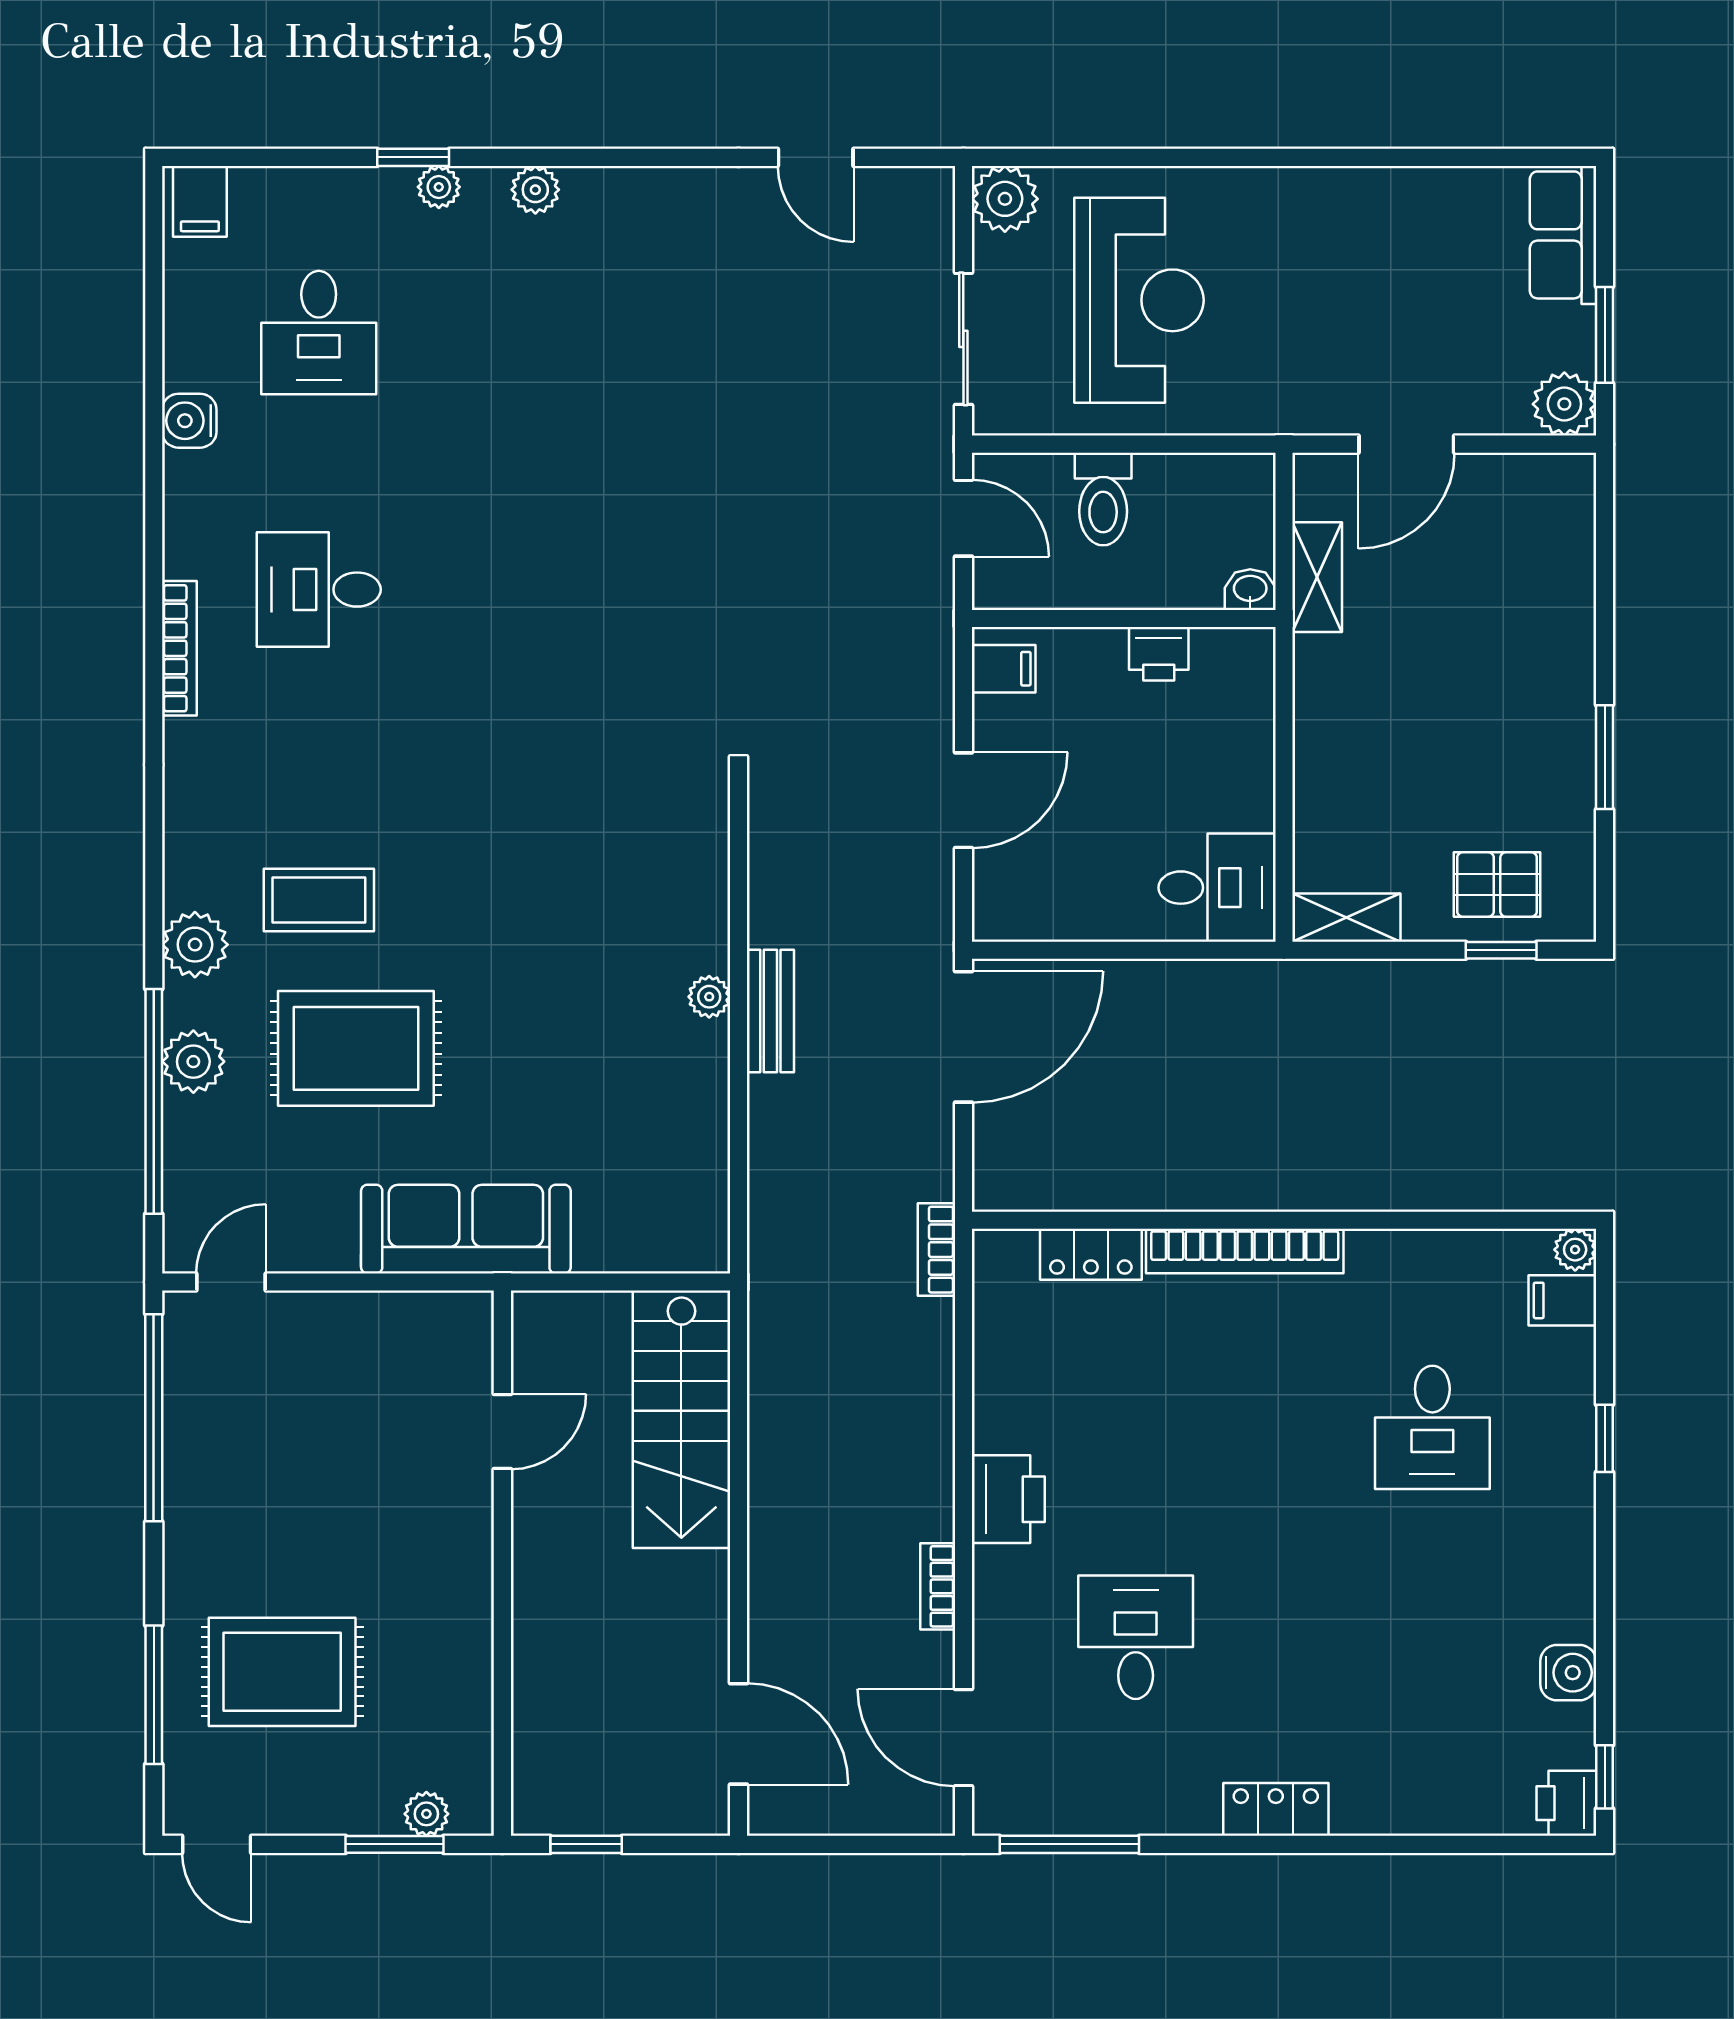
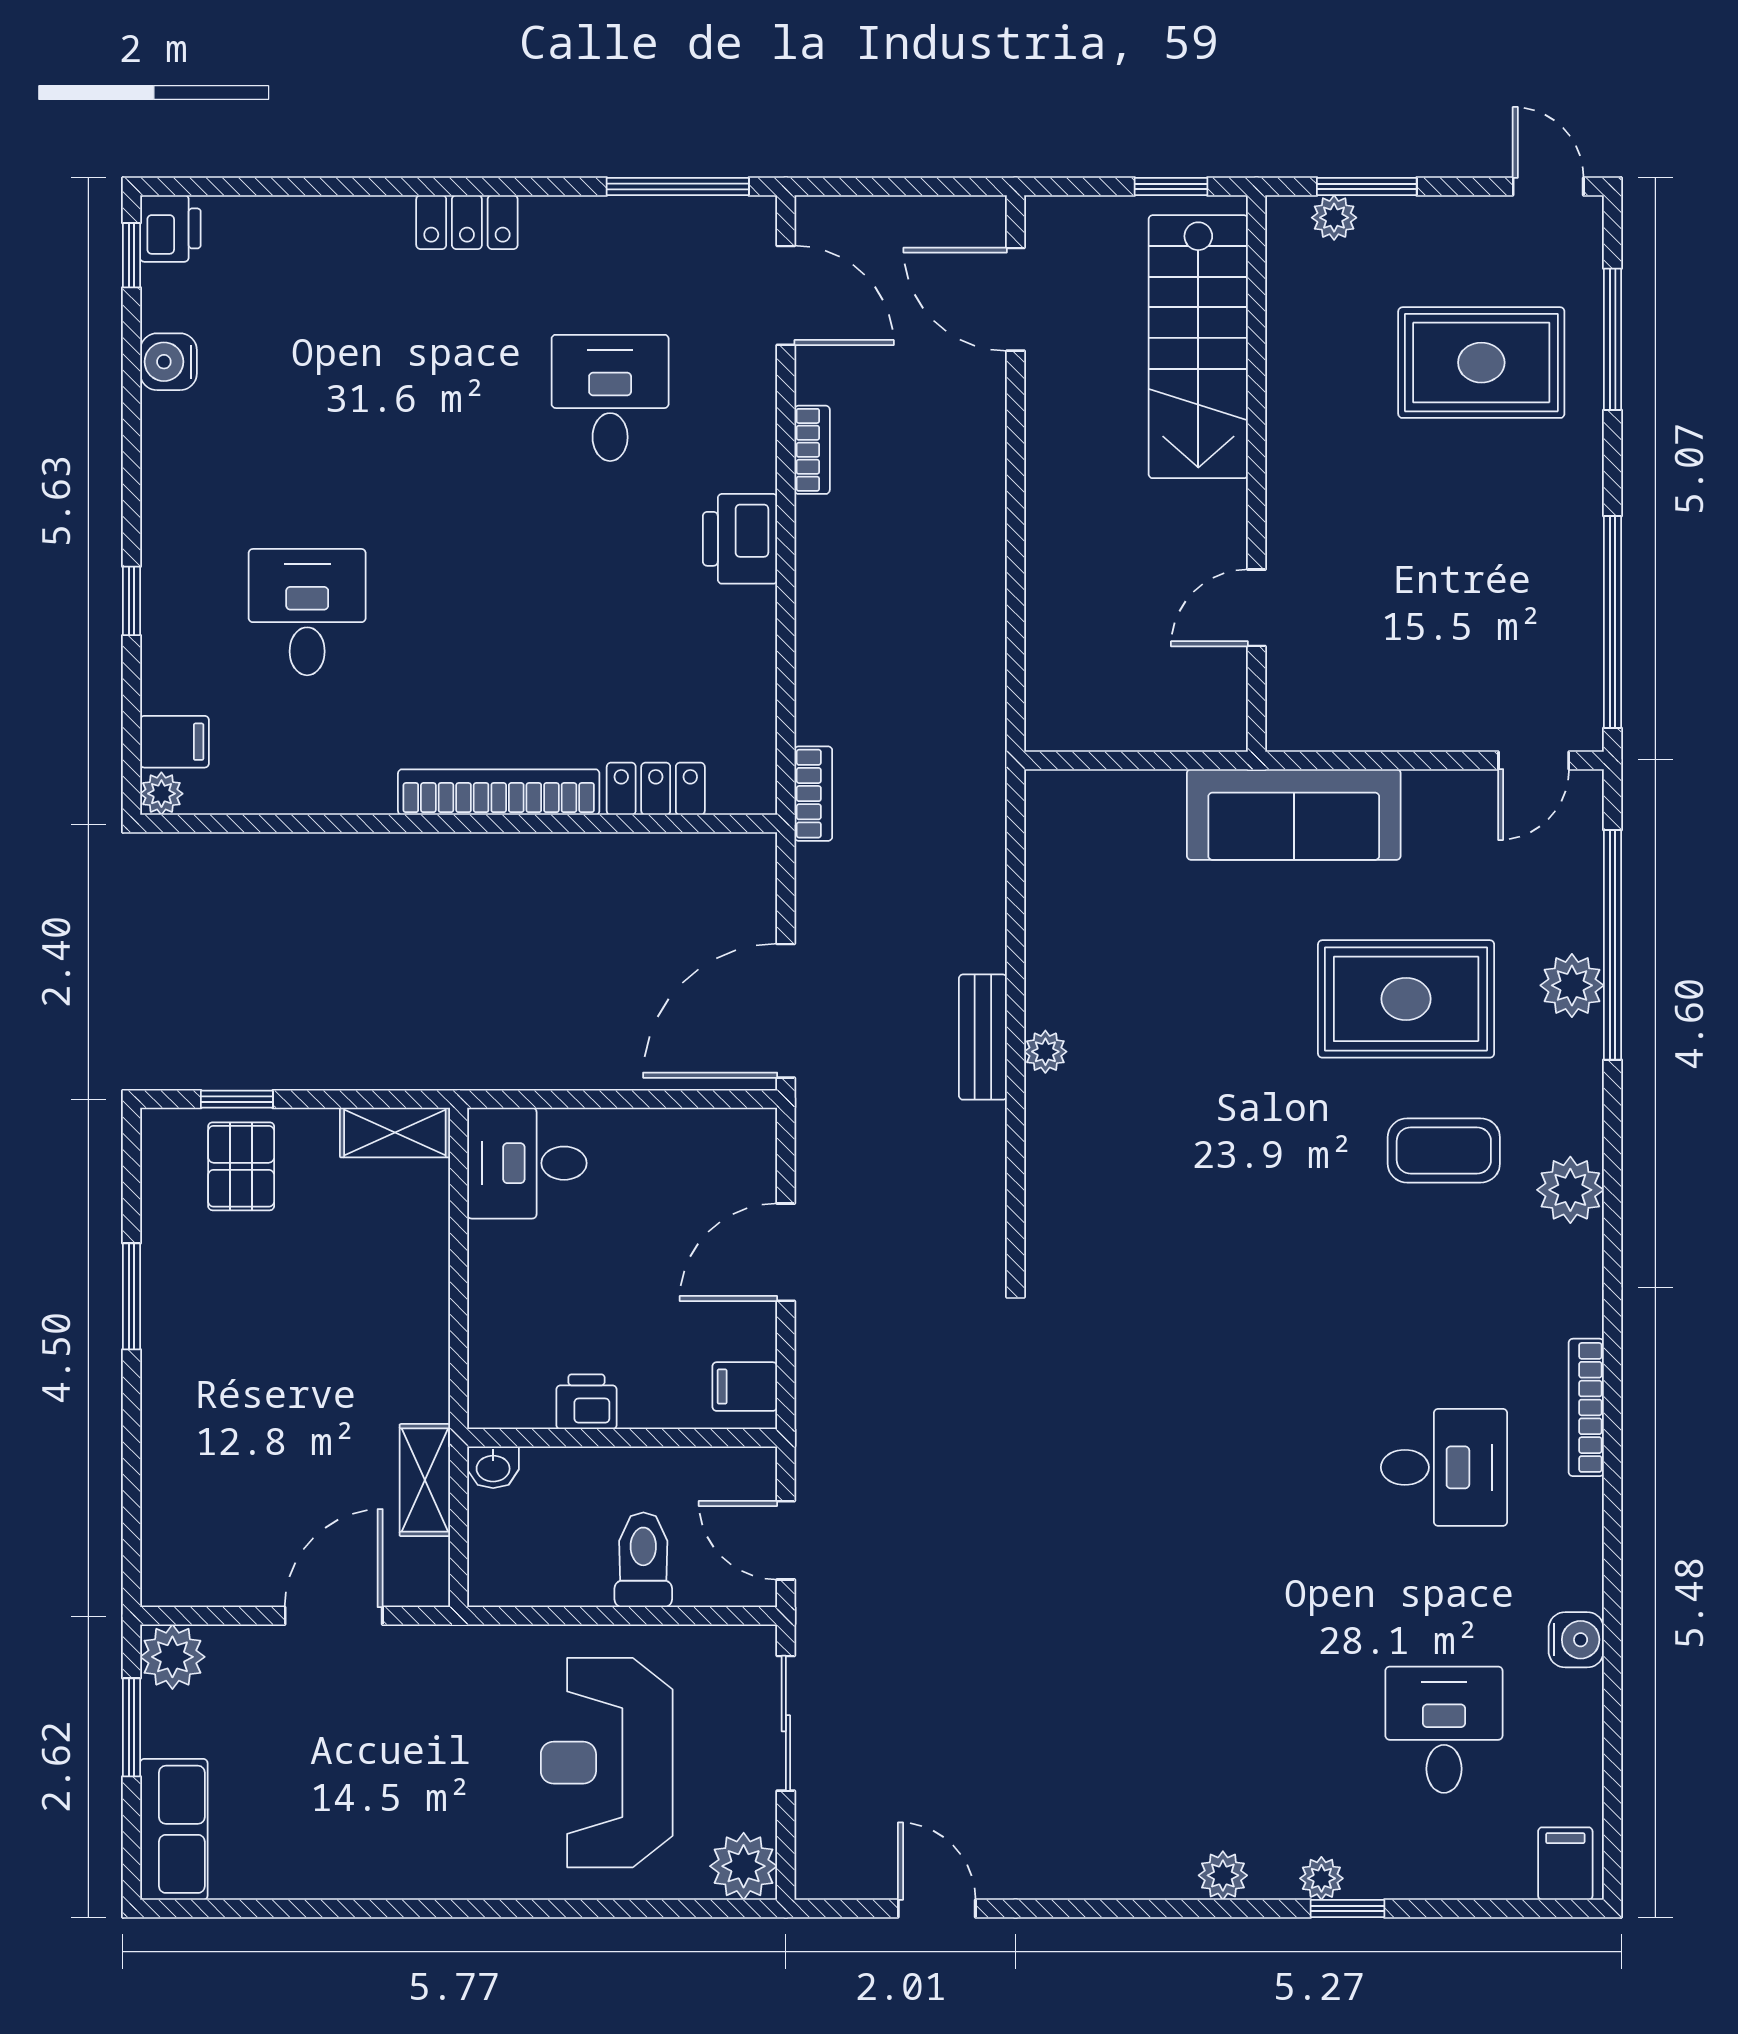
pallet: (1497, 884) -> (241, 1166), turned 90
plant: (195, 945) -> (1570, 1190), moved
stairs: (681, 1419) -> (1198, 347), moved, turned 180
desk: (1136, 1637) -> (610, 398), turned 180

